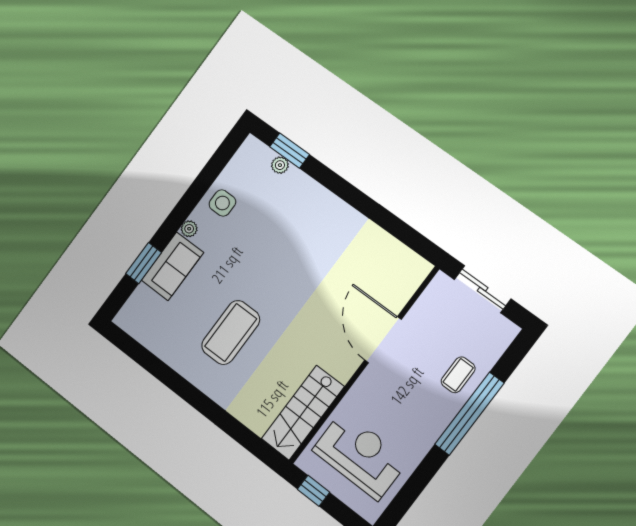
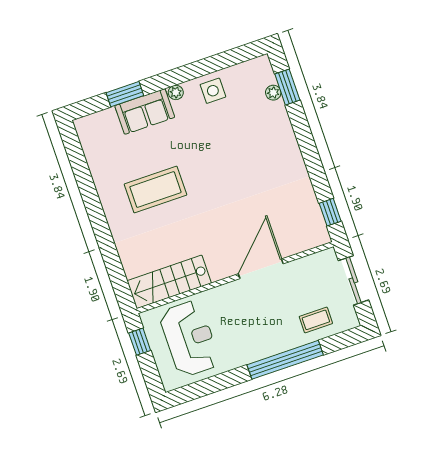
window: (413, 239) -> (330, 212), added
coffee table: (458, 375) -> (316, 320), moved

